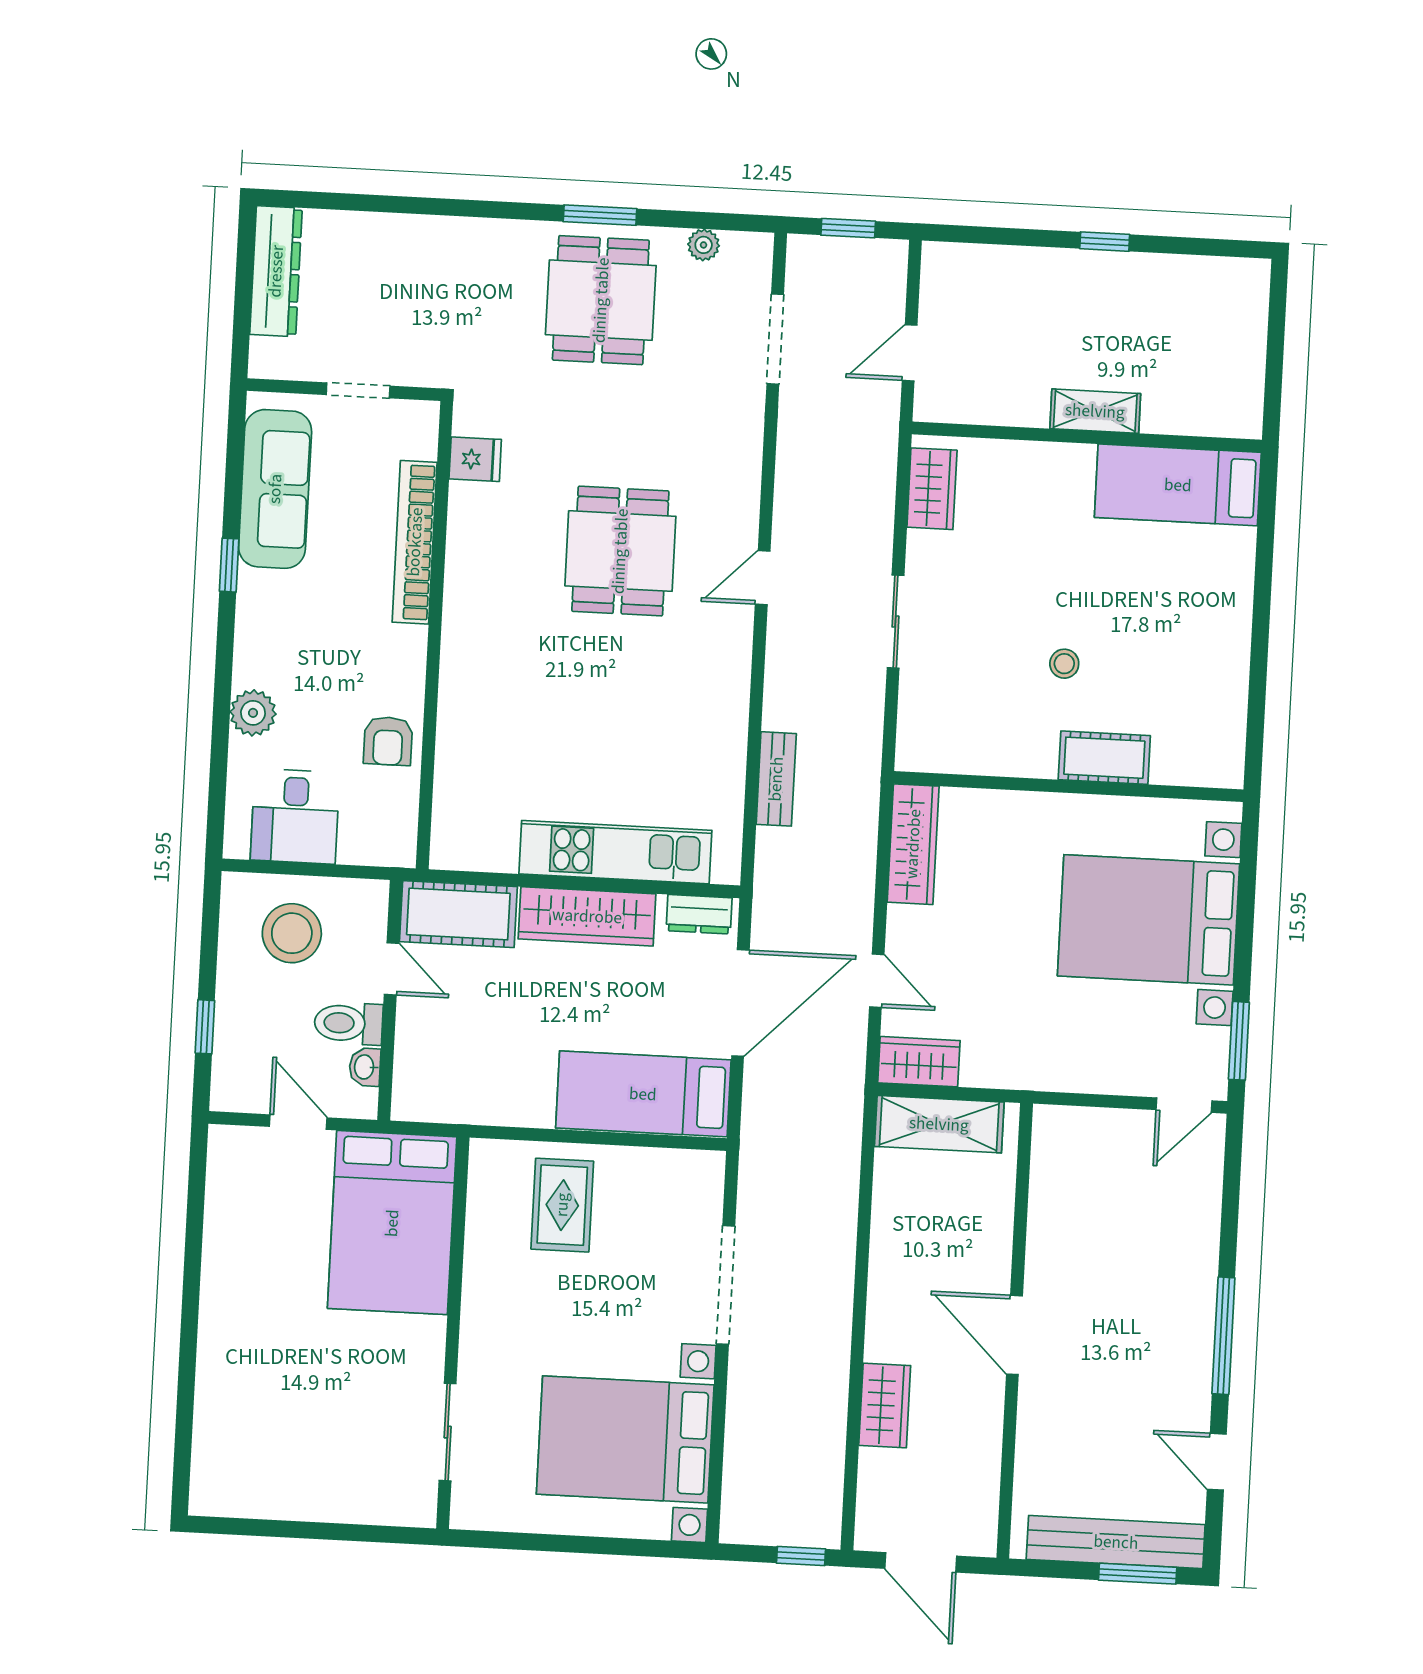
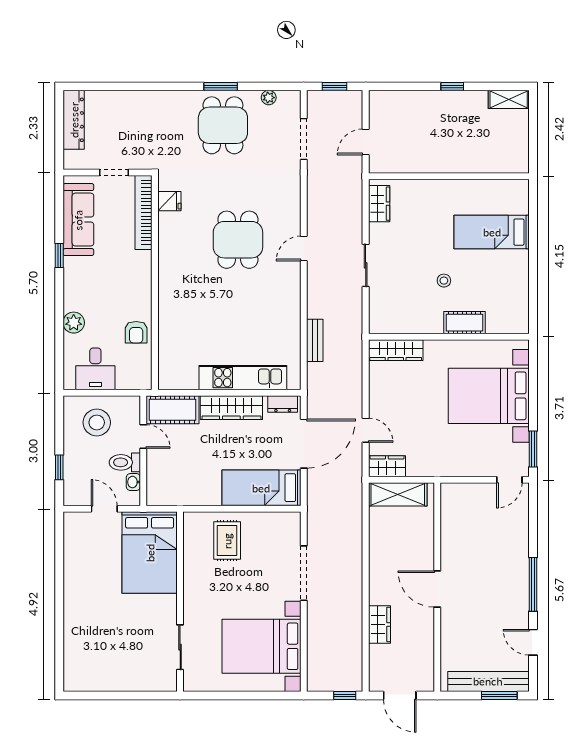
shelving: (1095, 411) -> (509, 99), moved
bed: (1178, 485) -> (492, 232), moved
bookcase: (415, 542) -> (144, 212), moved
wardrobe: (913, 844) -> (396, 350), moved, turned 90

